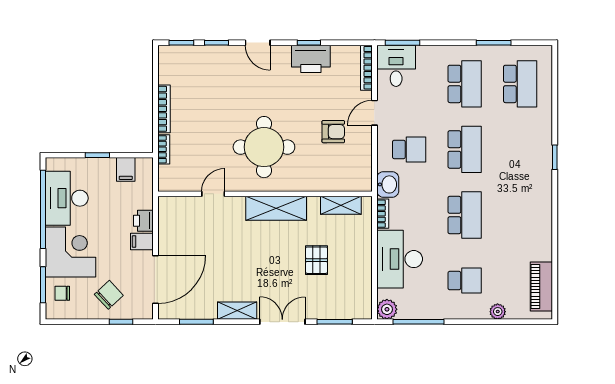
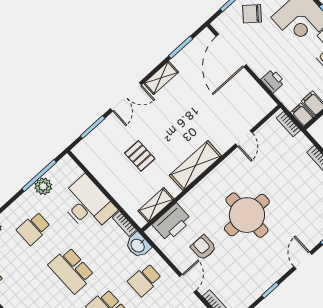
door: (258, 43) -> (303, 260), hinge flipped
printer: (311, 59) -> (172, 222), moved, turned 180
armchair: (333, 132) -> (203, 247), turned 90
round table: (264, 147) -> (247, 215), moved
bookcase: (164, 149) -> (288, 124), moved
filing cabinet: (142, 241) -> (302, 115), moved, turned -90
chair: (109, 295) -> (252, 14), turned 82
plant: (387, 309) -> (43, 186), moved

